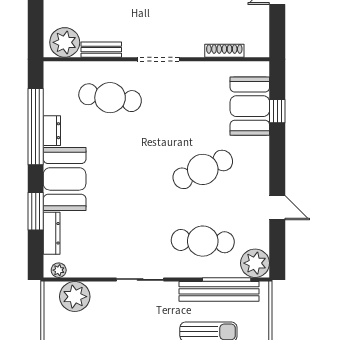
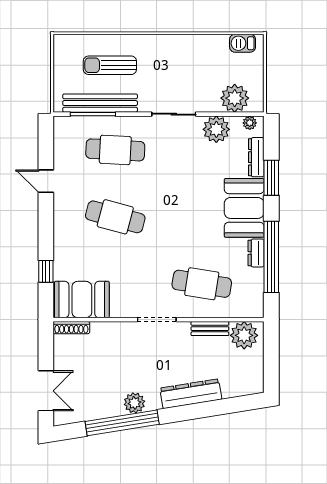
shoe rack: (224, 51) -> (71, 328), moved
booth: (250, 106) -> (82, 299), moved, turned 90
cafe table: (203, 169) -> (115, 217), turned 39
plant: (255, 263) -> (216, 129), moved

